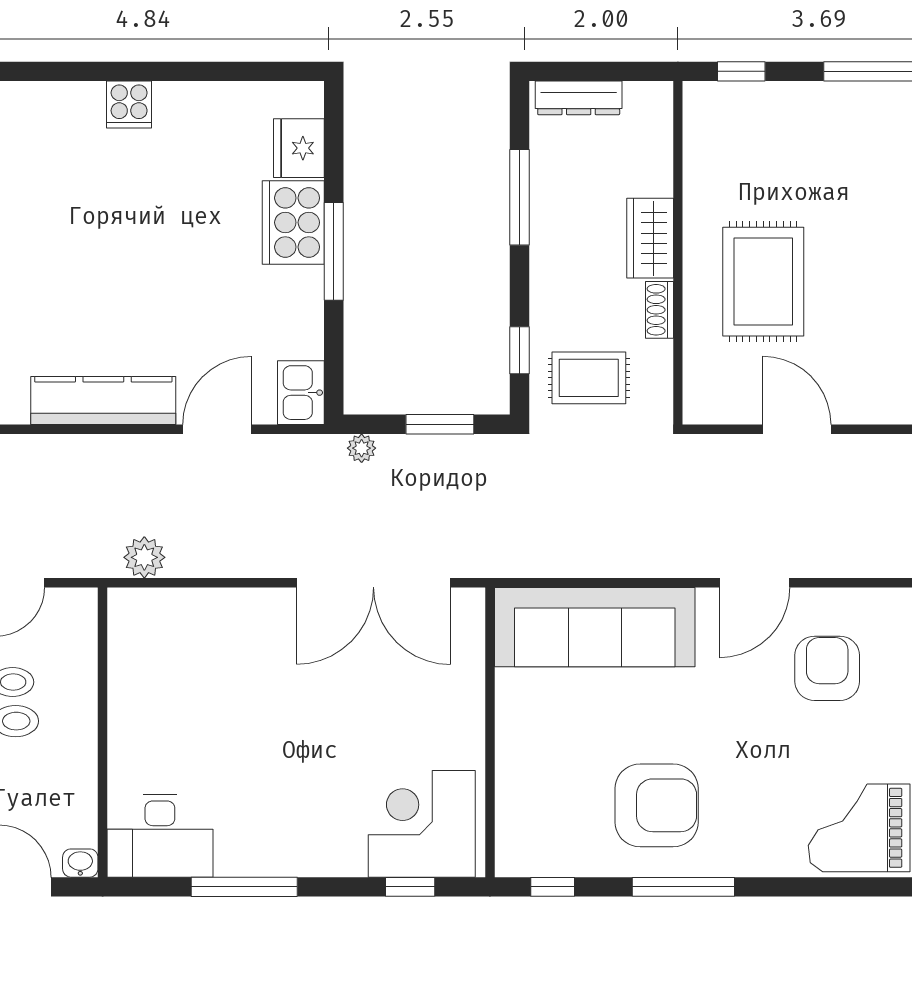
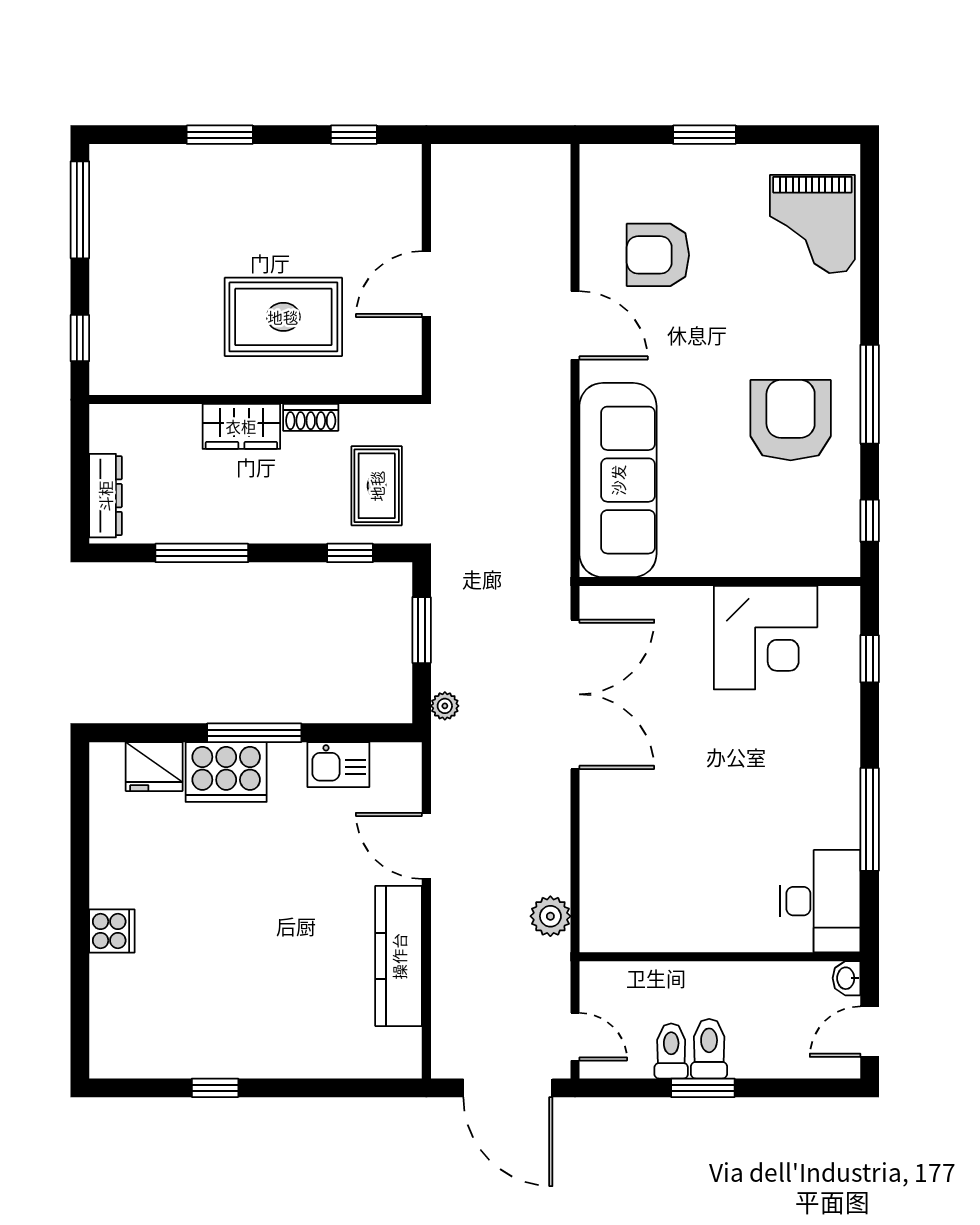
kitchen sink: (301, 393) -> (338, 765), moved
corner desk: (422, 824) -> (766, 638), moved, turned -90

